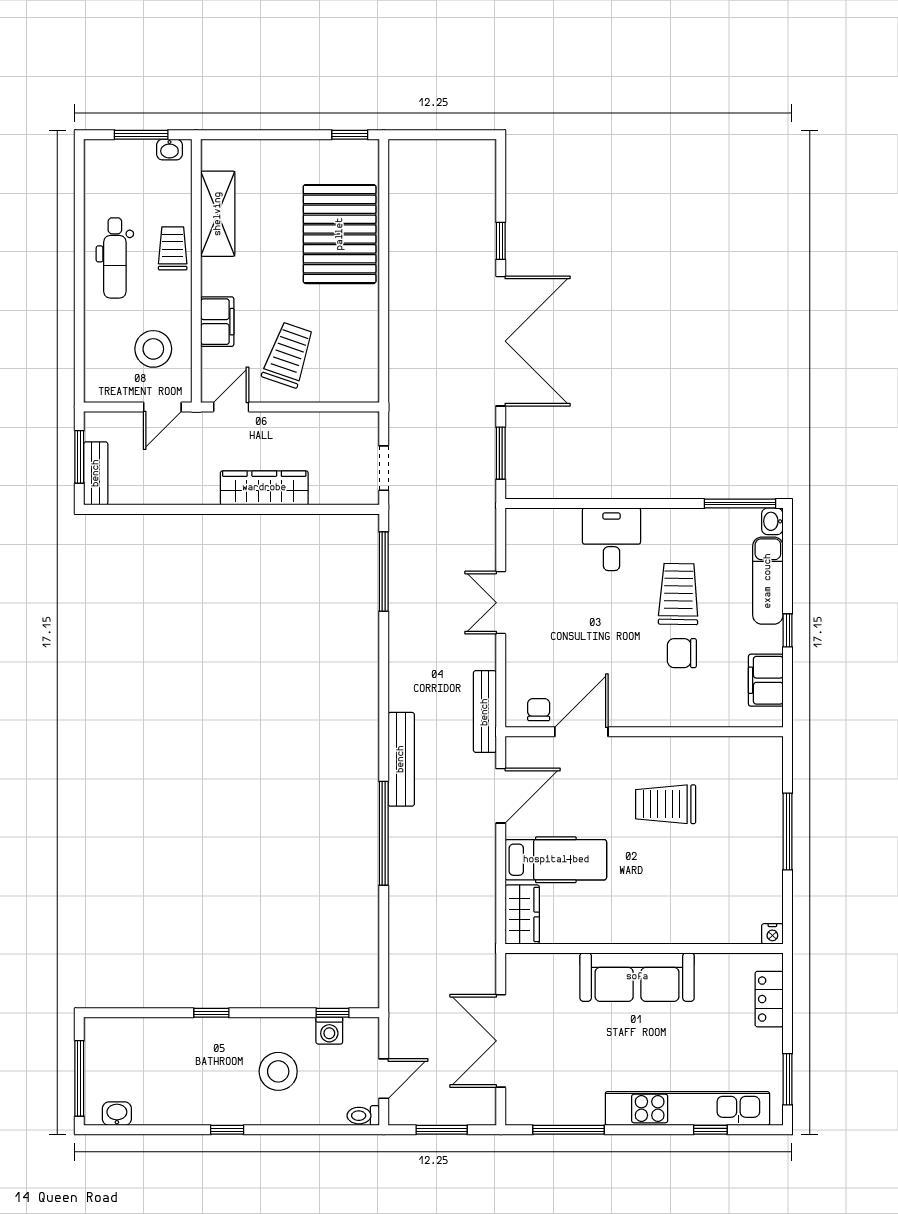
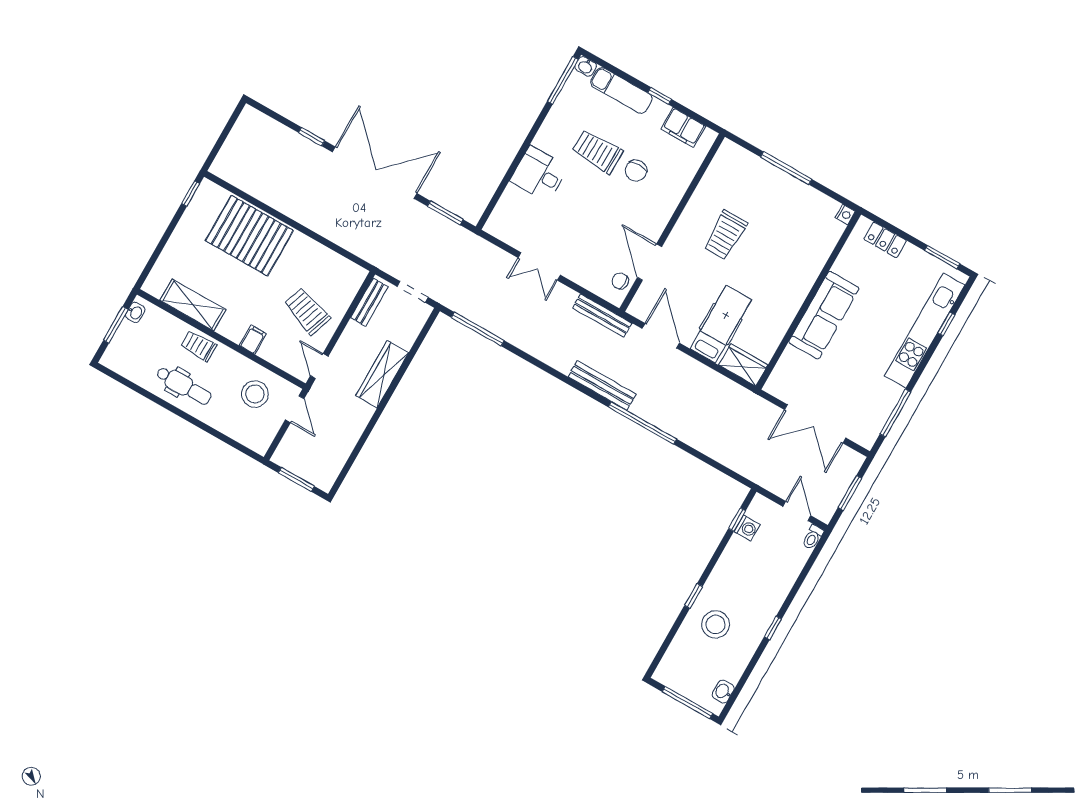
filing cabinet: (217, 322) -> (253, 340), width x0.50
bench: (96, 473) -> (369, 302), moved, turned 90
stool: (278, 1071) -> (715, 624), moved

